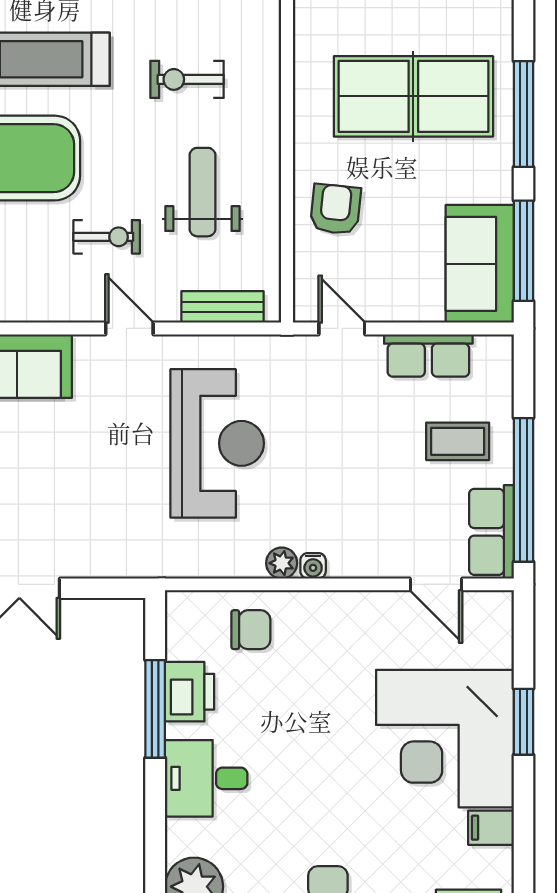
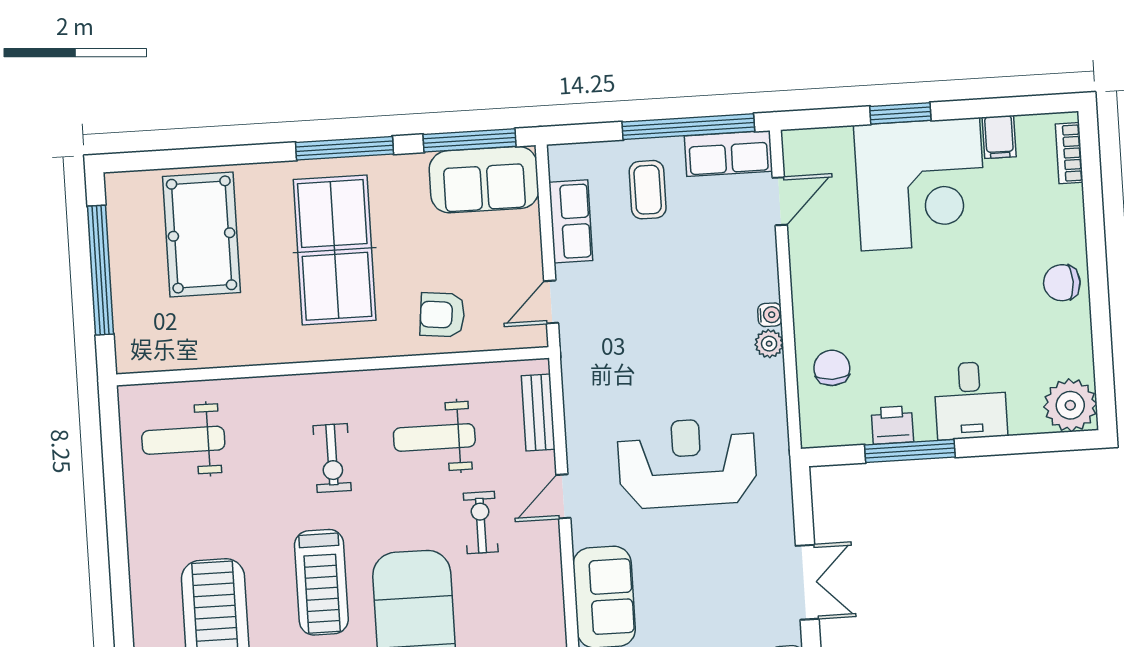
reception desk: (217, 443) -> (687, 463), moved
printer: (190, 692) -> (892, 425), width x0.73, depth x0.81

